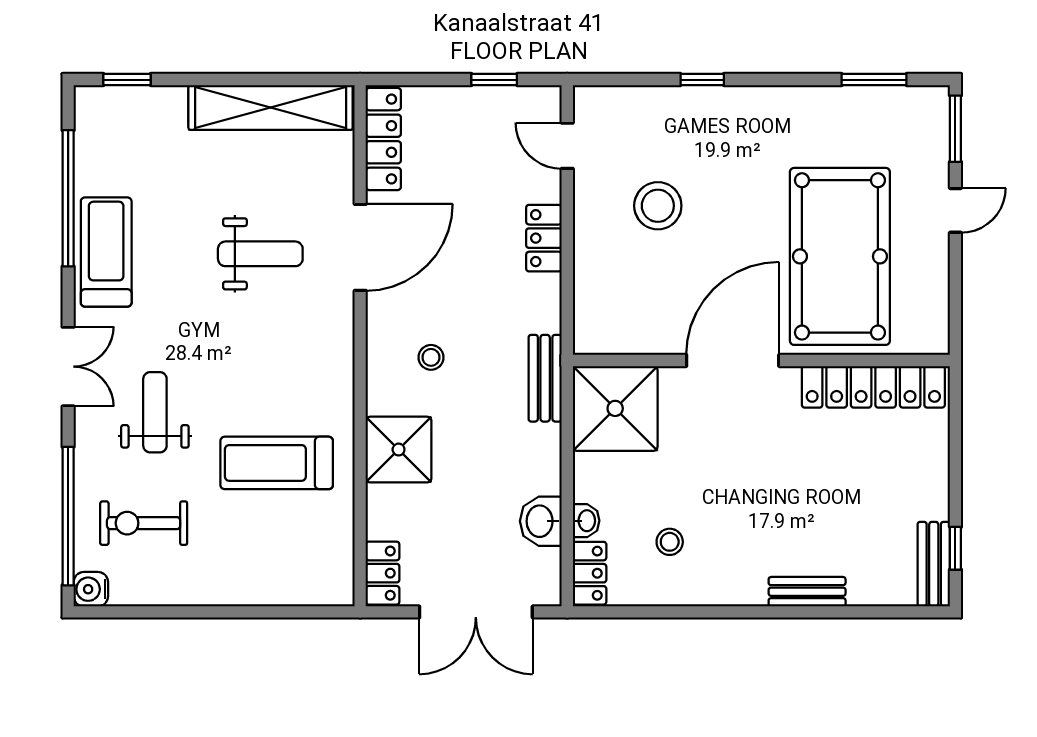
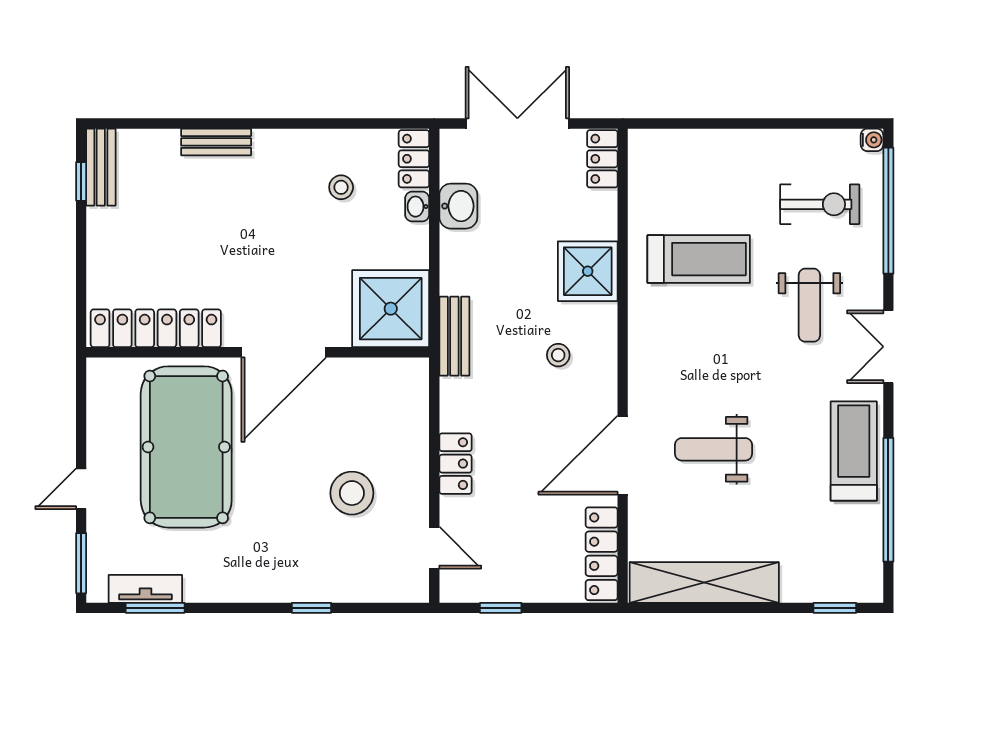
tv unit: (885, 100) -> (145, 589), added
treadmill: (106, 252) -> (854, 451), turned 180
water cooler: (91, 589) -> (872, 140), width x0.72, depth x0.72

